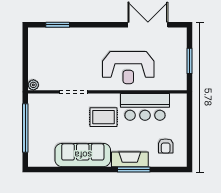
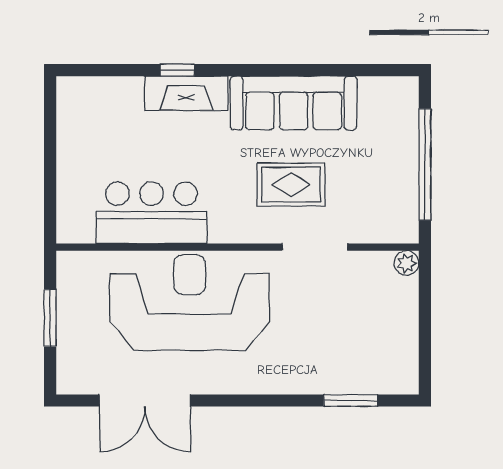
reception desk: (128, 68) -> (190, 302), width x1.36, depth x1.30
rug: (104, 117) -> (291, 185), moved
armchair: (166, 146) -> (104, 124), removed
window: (134, 169) -> (177, 70), width x0.46

